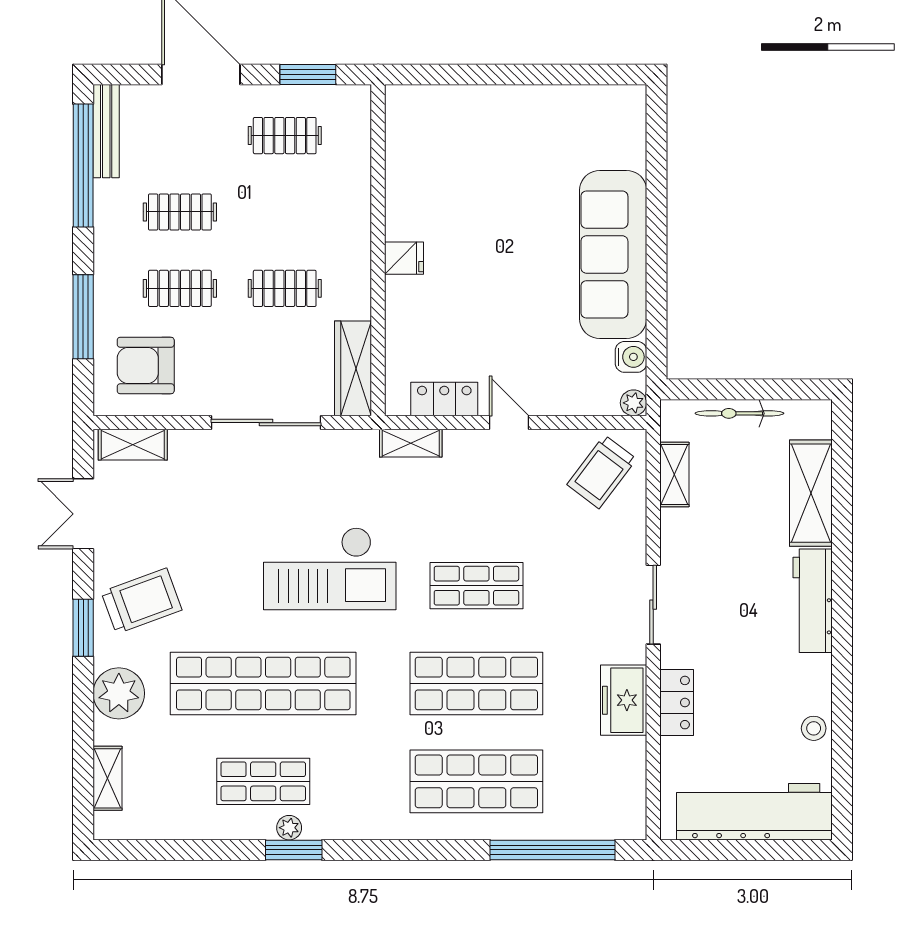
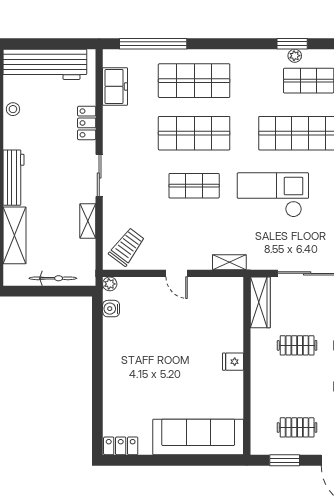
sofa: (613, 254) -> (198, 437), moved, turned -90
locker: (444, 399) -> (121, 446), moved, turned 180
shelving: (674, 474) -> (88, 221), moved
freezer: (624, 700) -> (115, 86), moved

